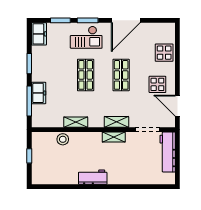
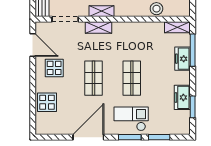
freezer: (39, 34) -> (182, 97), moved
window: (29, 64) -> (193, 107), moved
shelving: (76, 122) -> (177, 27), moved

